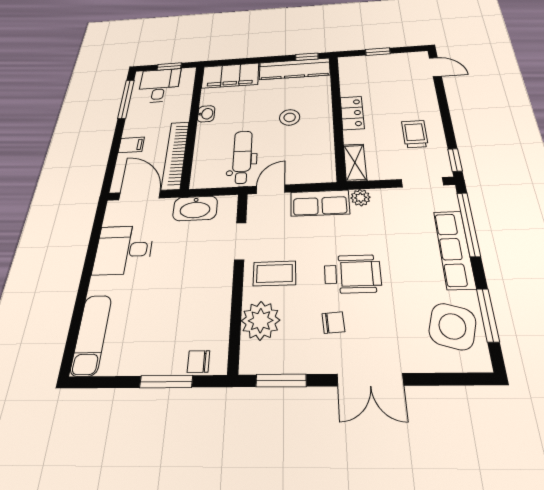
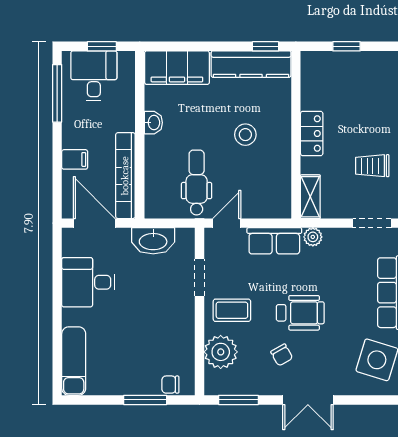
trolley: (415, 134) -> (372, 166), turned -90
chair: (333, 323) -> (282, 355), turned 65

